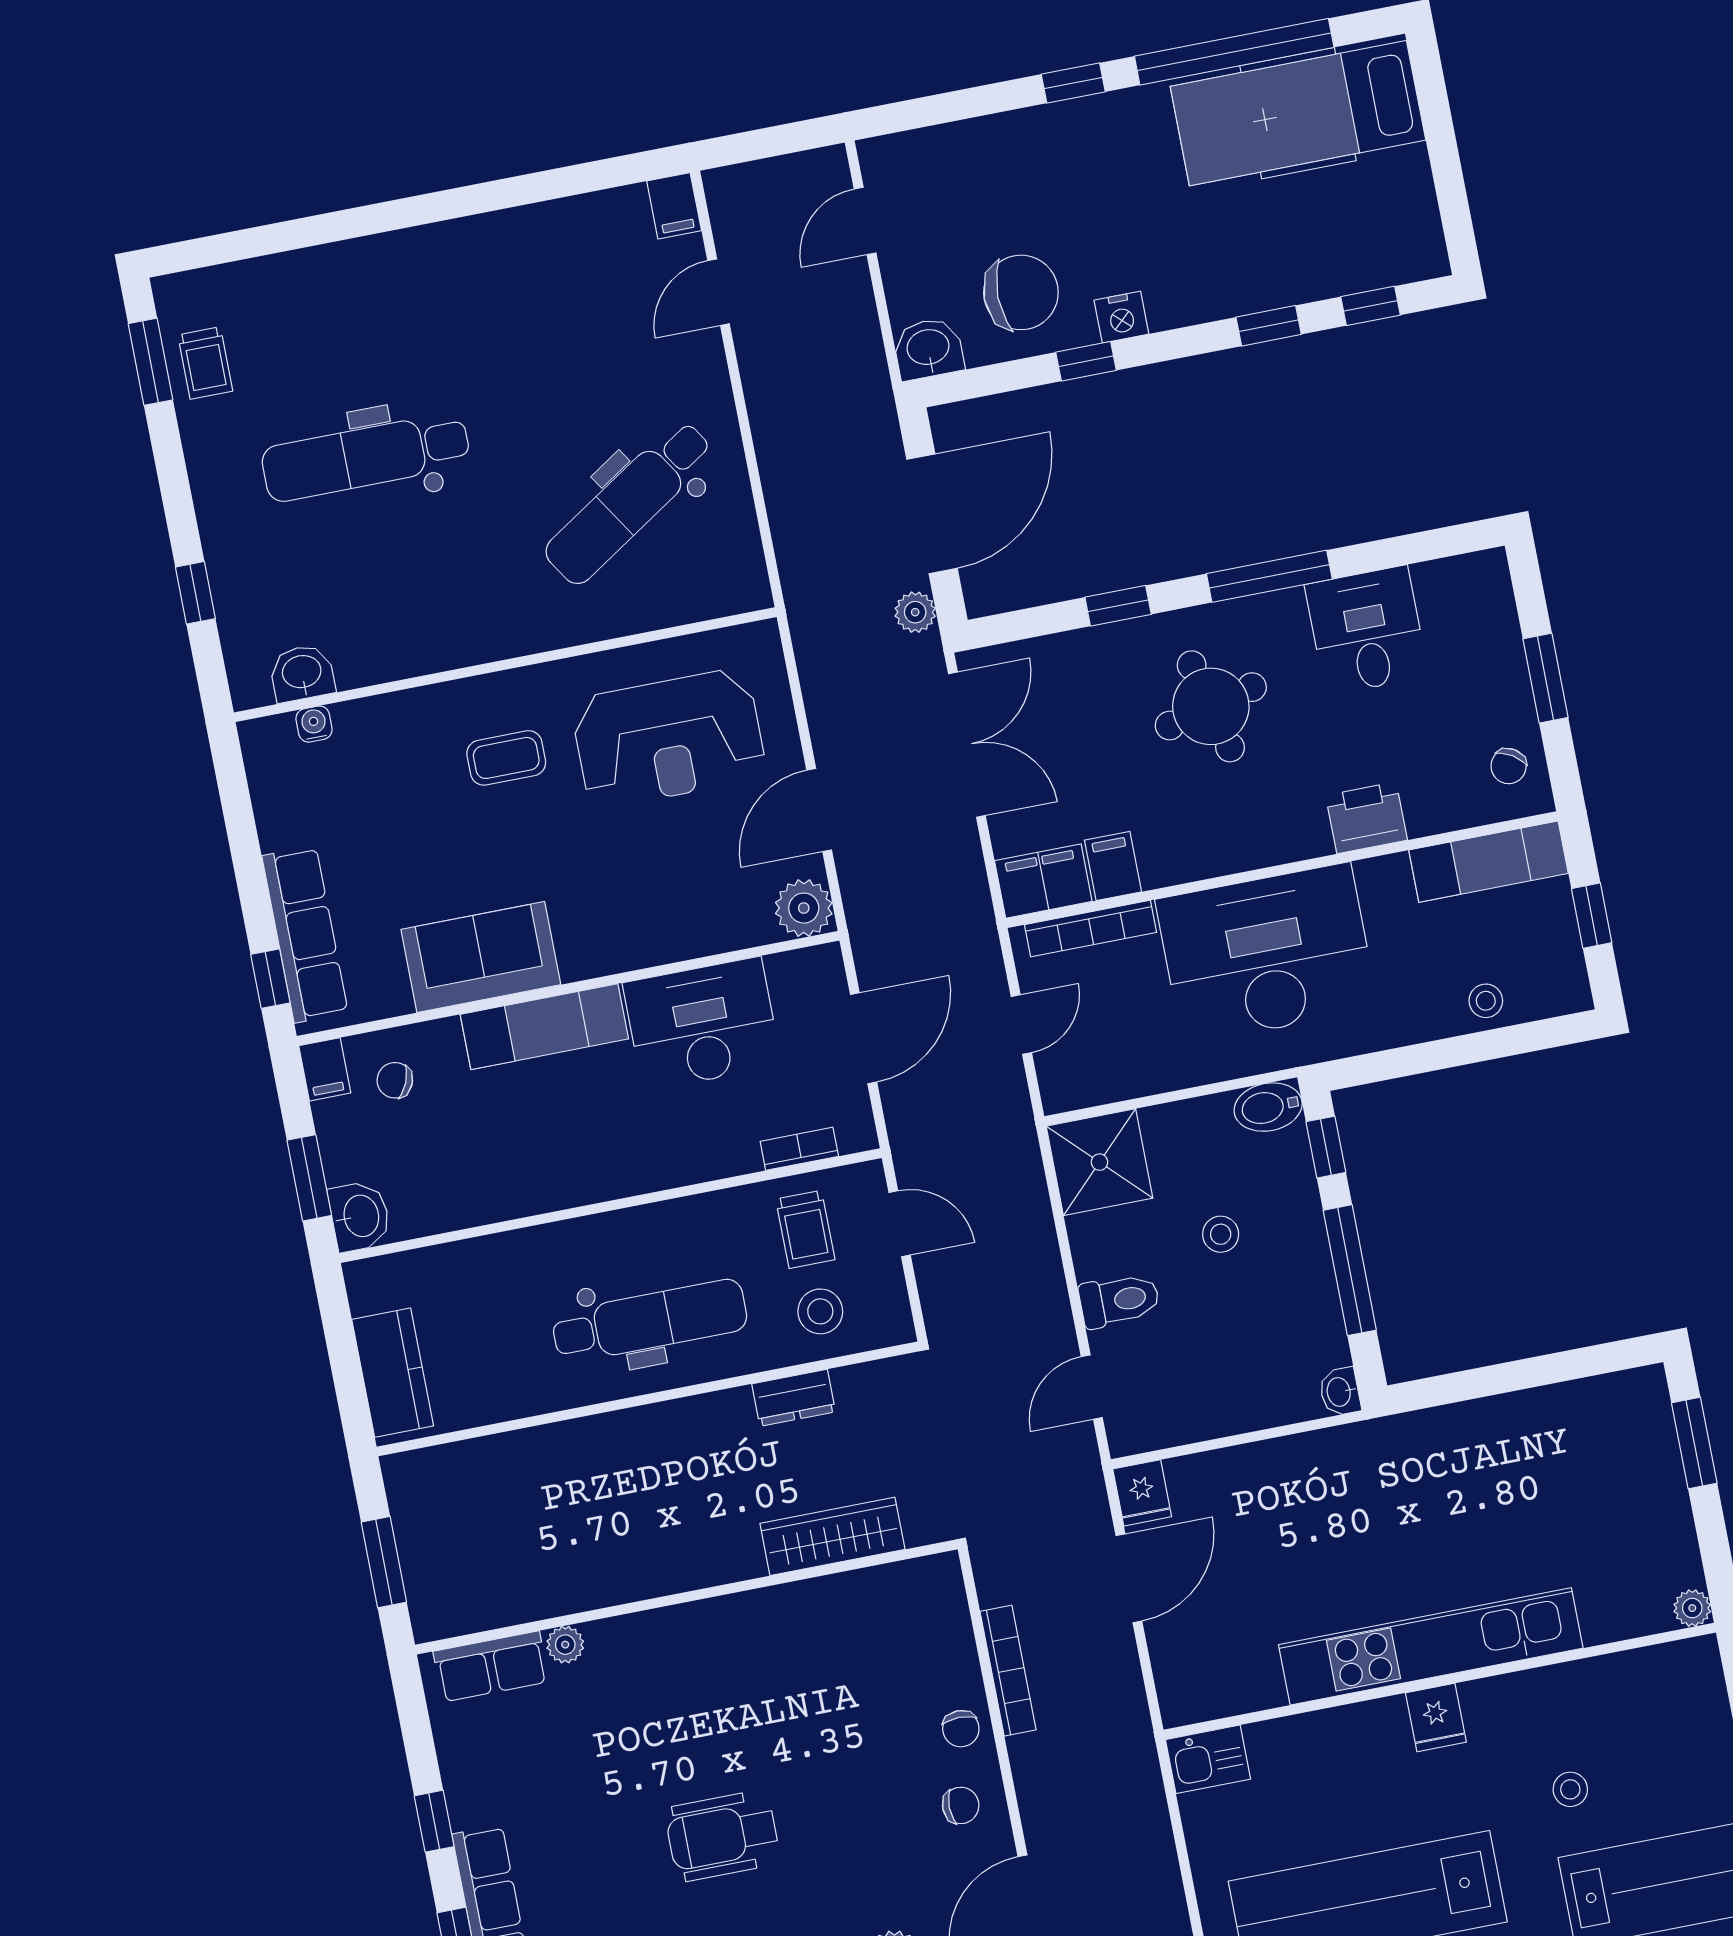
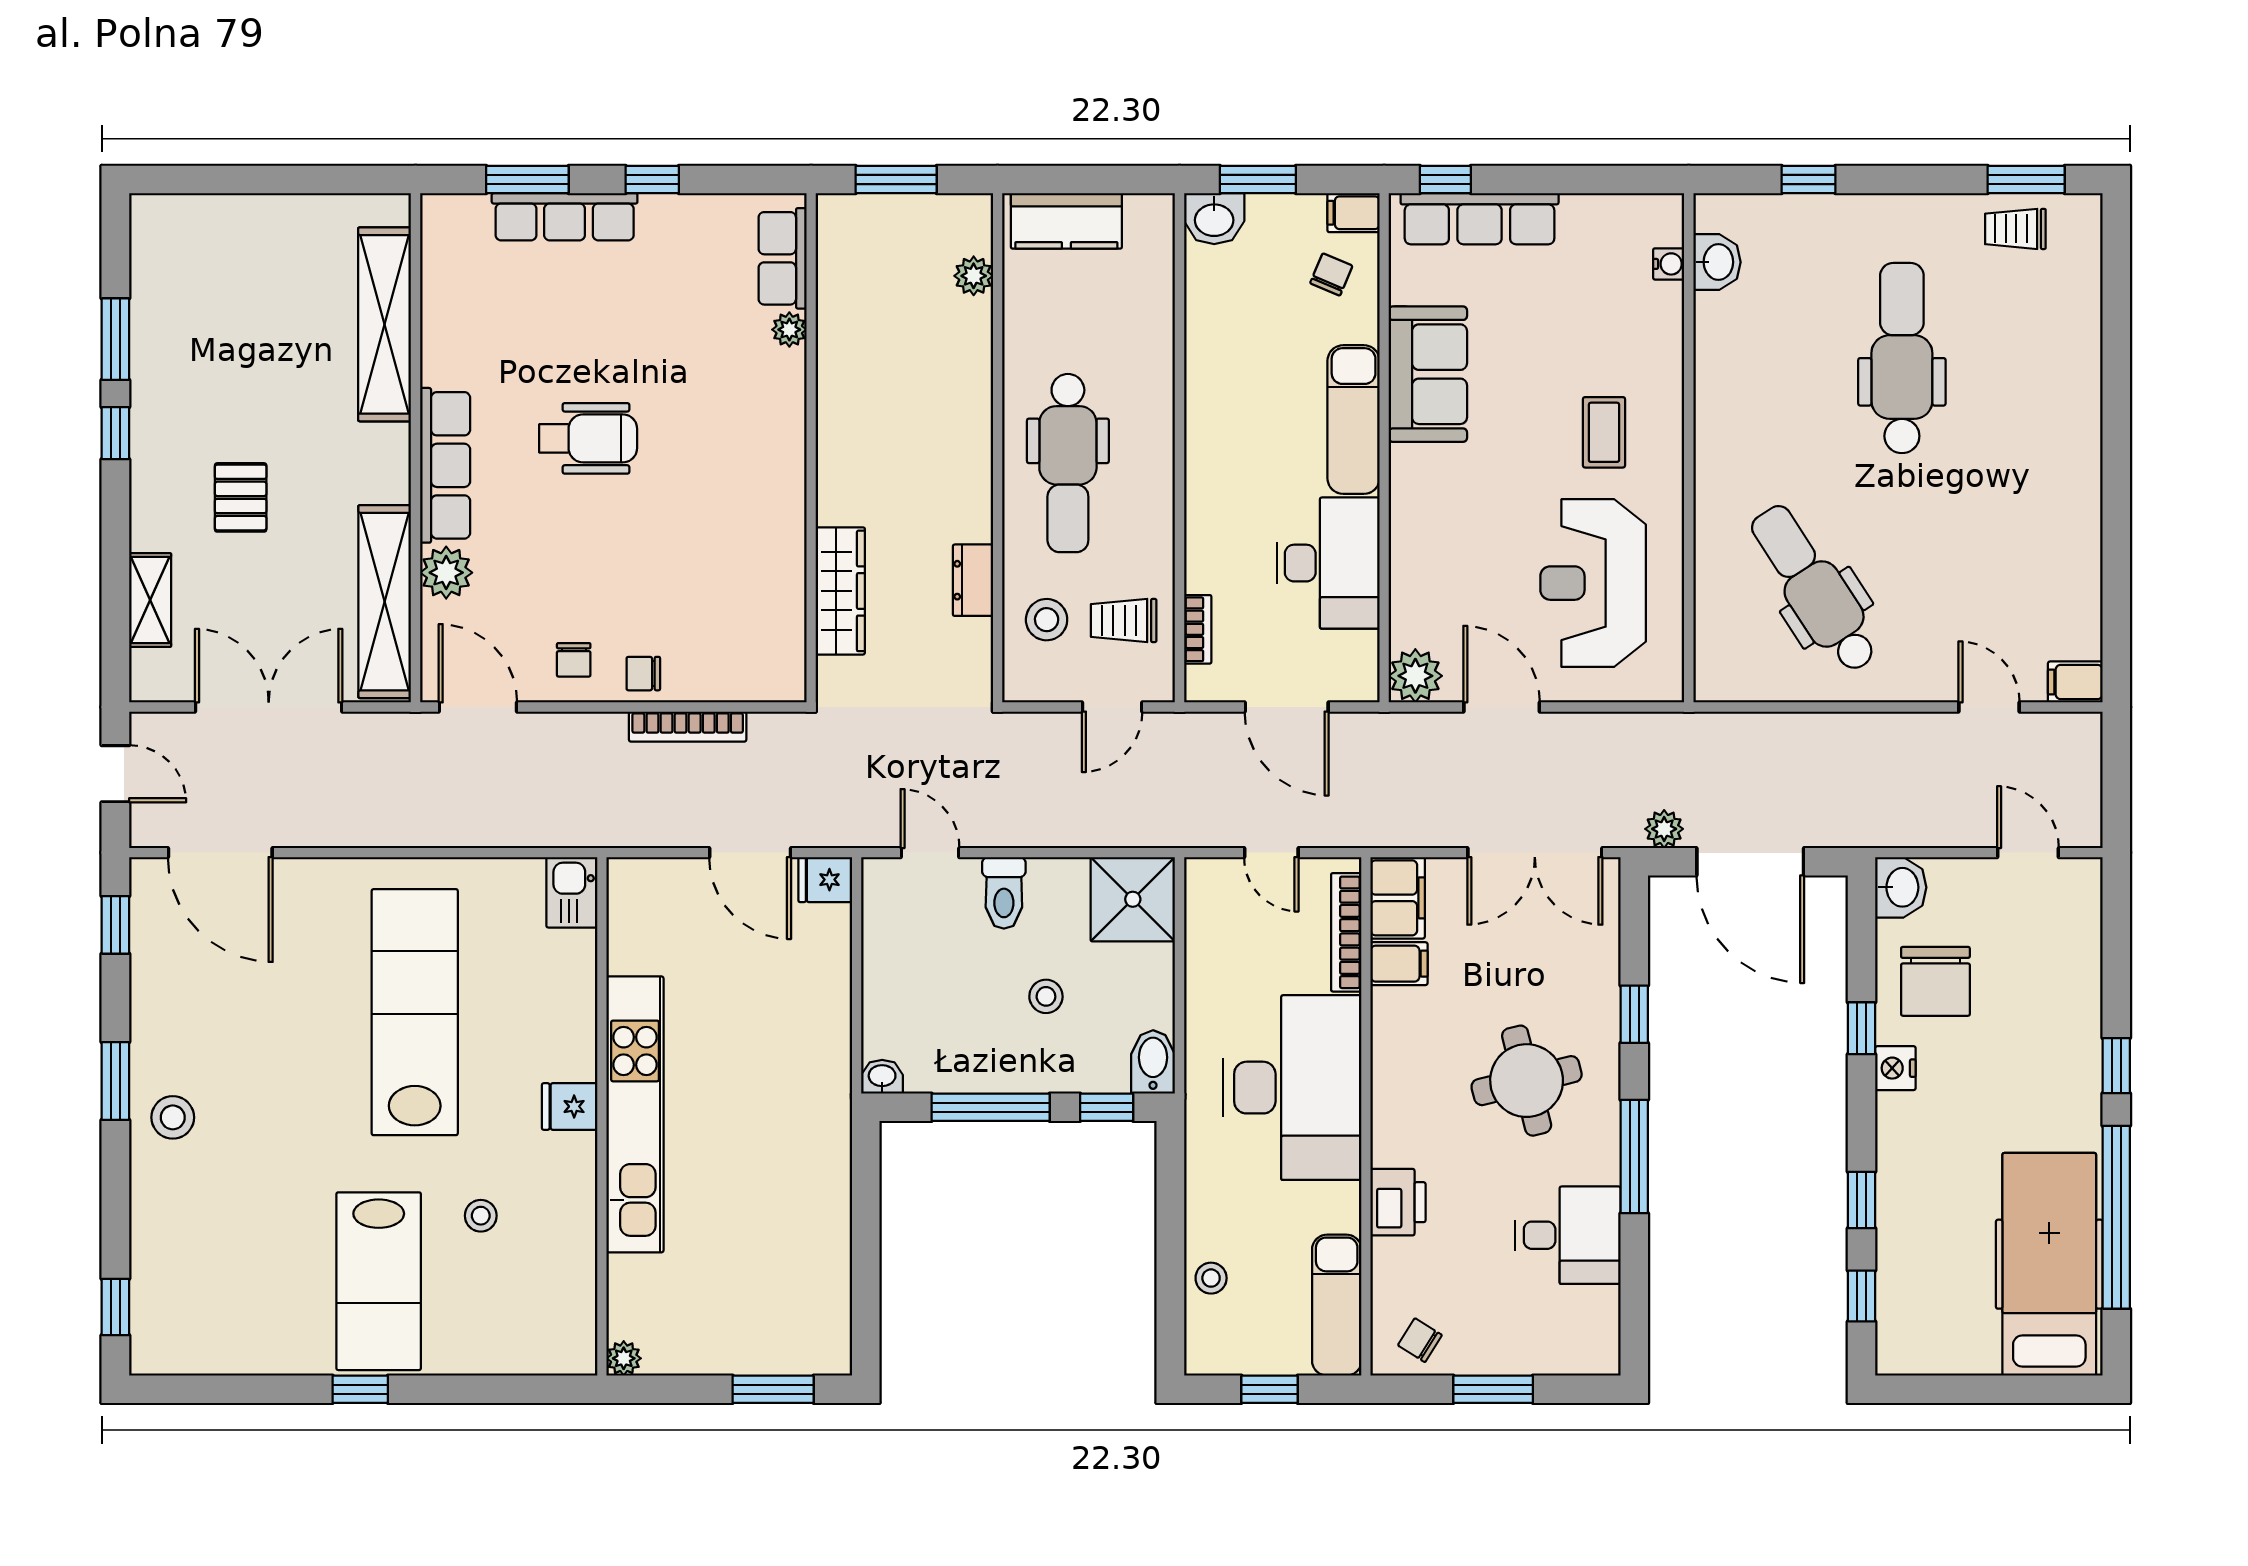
plant: (470, 1460) -> (974, 276), added
wheelchair: (722, 1836) -> (588, 438), turned 90

